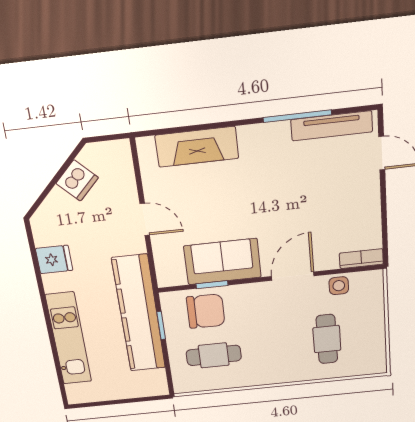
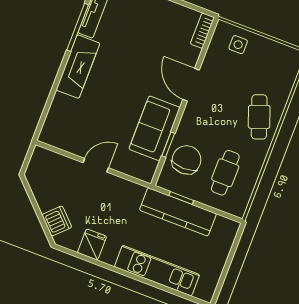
fireplace: (197, 147) -> (78, 67), moved
dishwasher: (77, 180) -> (57, 221), moved
side table: (339, 286) -> (238, 45), moved
kitchen counter: (139, 314) -> (178, 212), width x0.72, depth x0.86
cafe table: (327, 339) -> (259, 117), moved, turned 70

